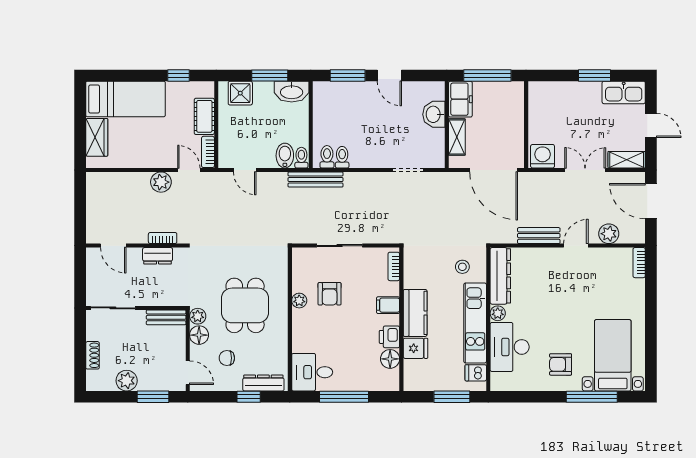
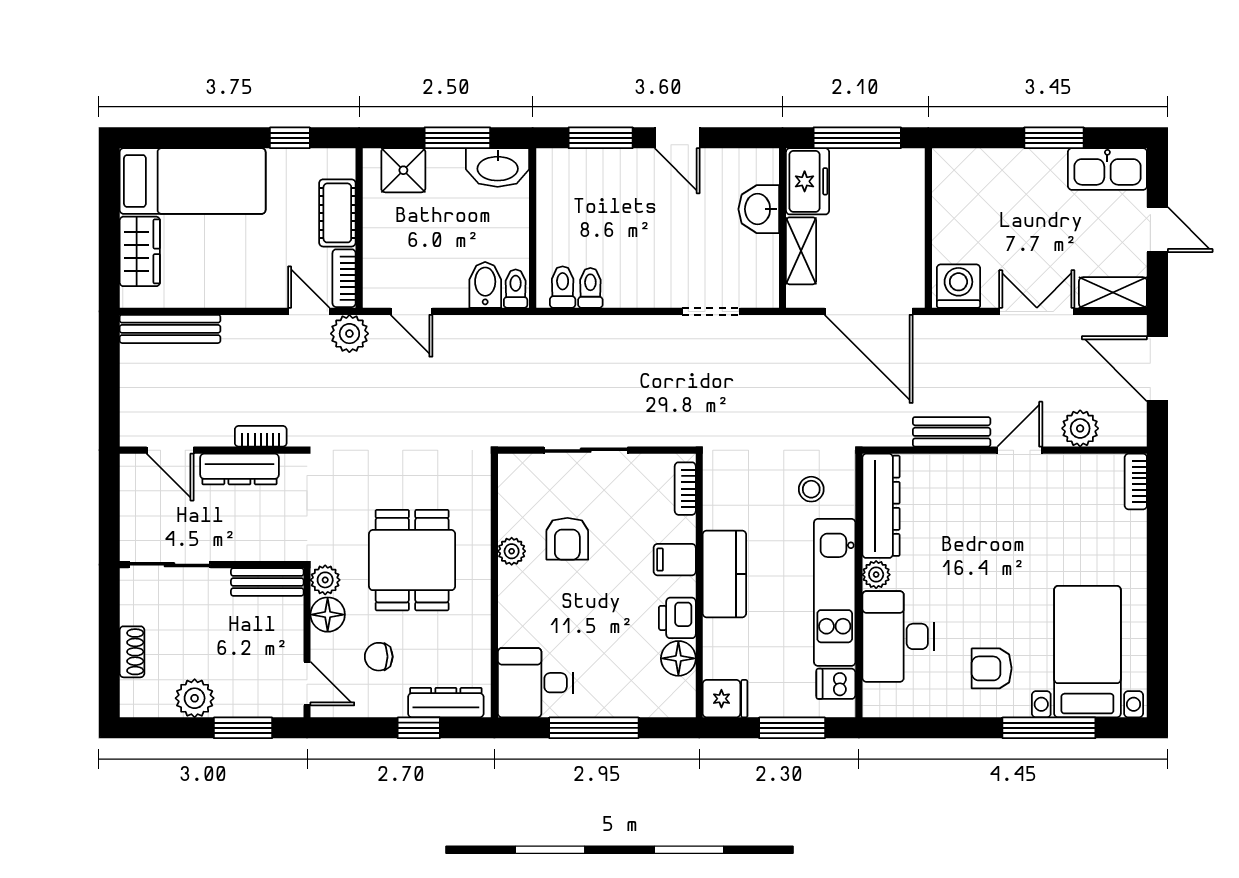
bench: (316, 180) -> (170, 329), moved
plant: (161, 182) -> (349, 334), moved
dresser: (158, 256) -> (239, 469), width x1.44
fridge: (415, 348) -> (725, 699), moved

